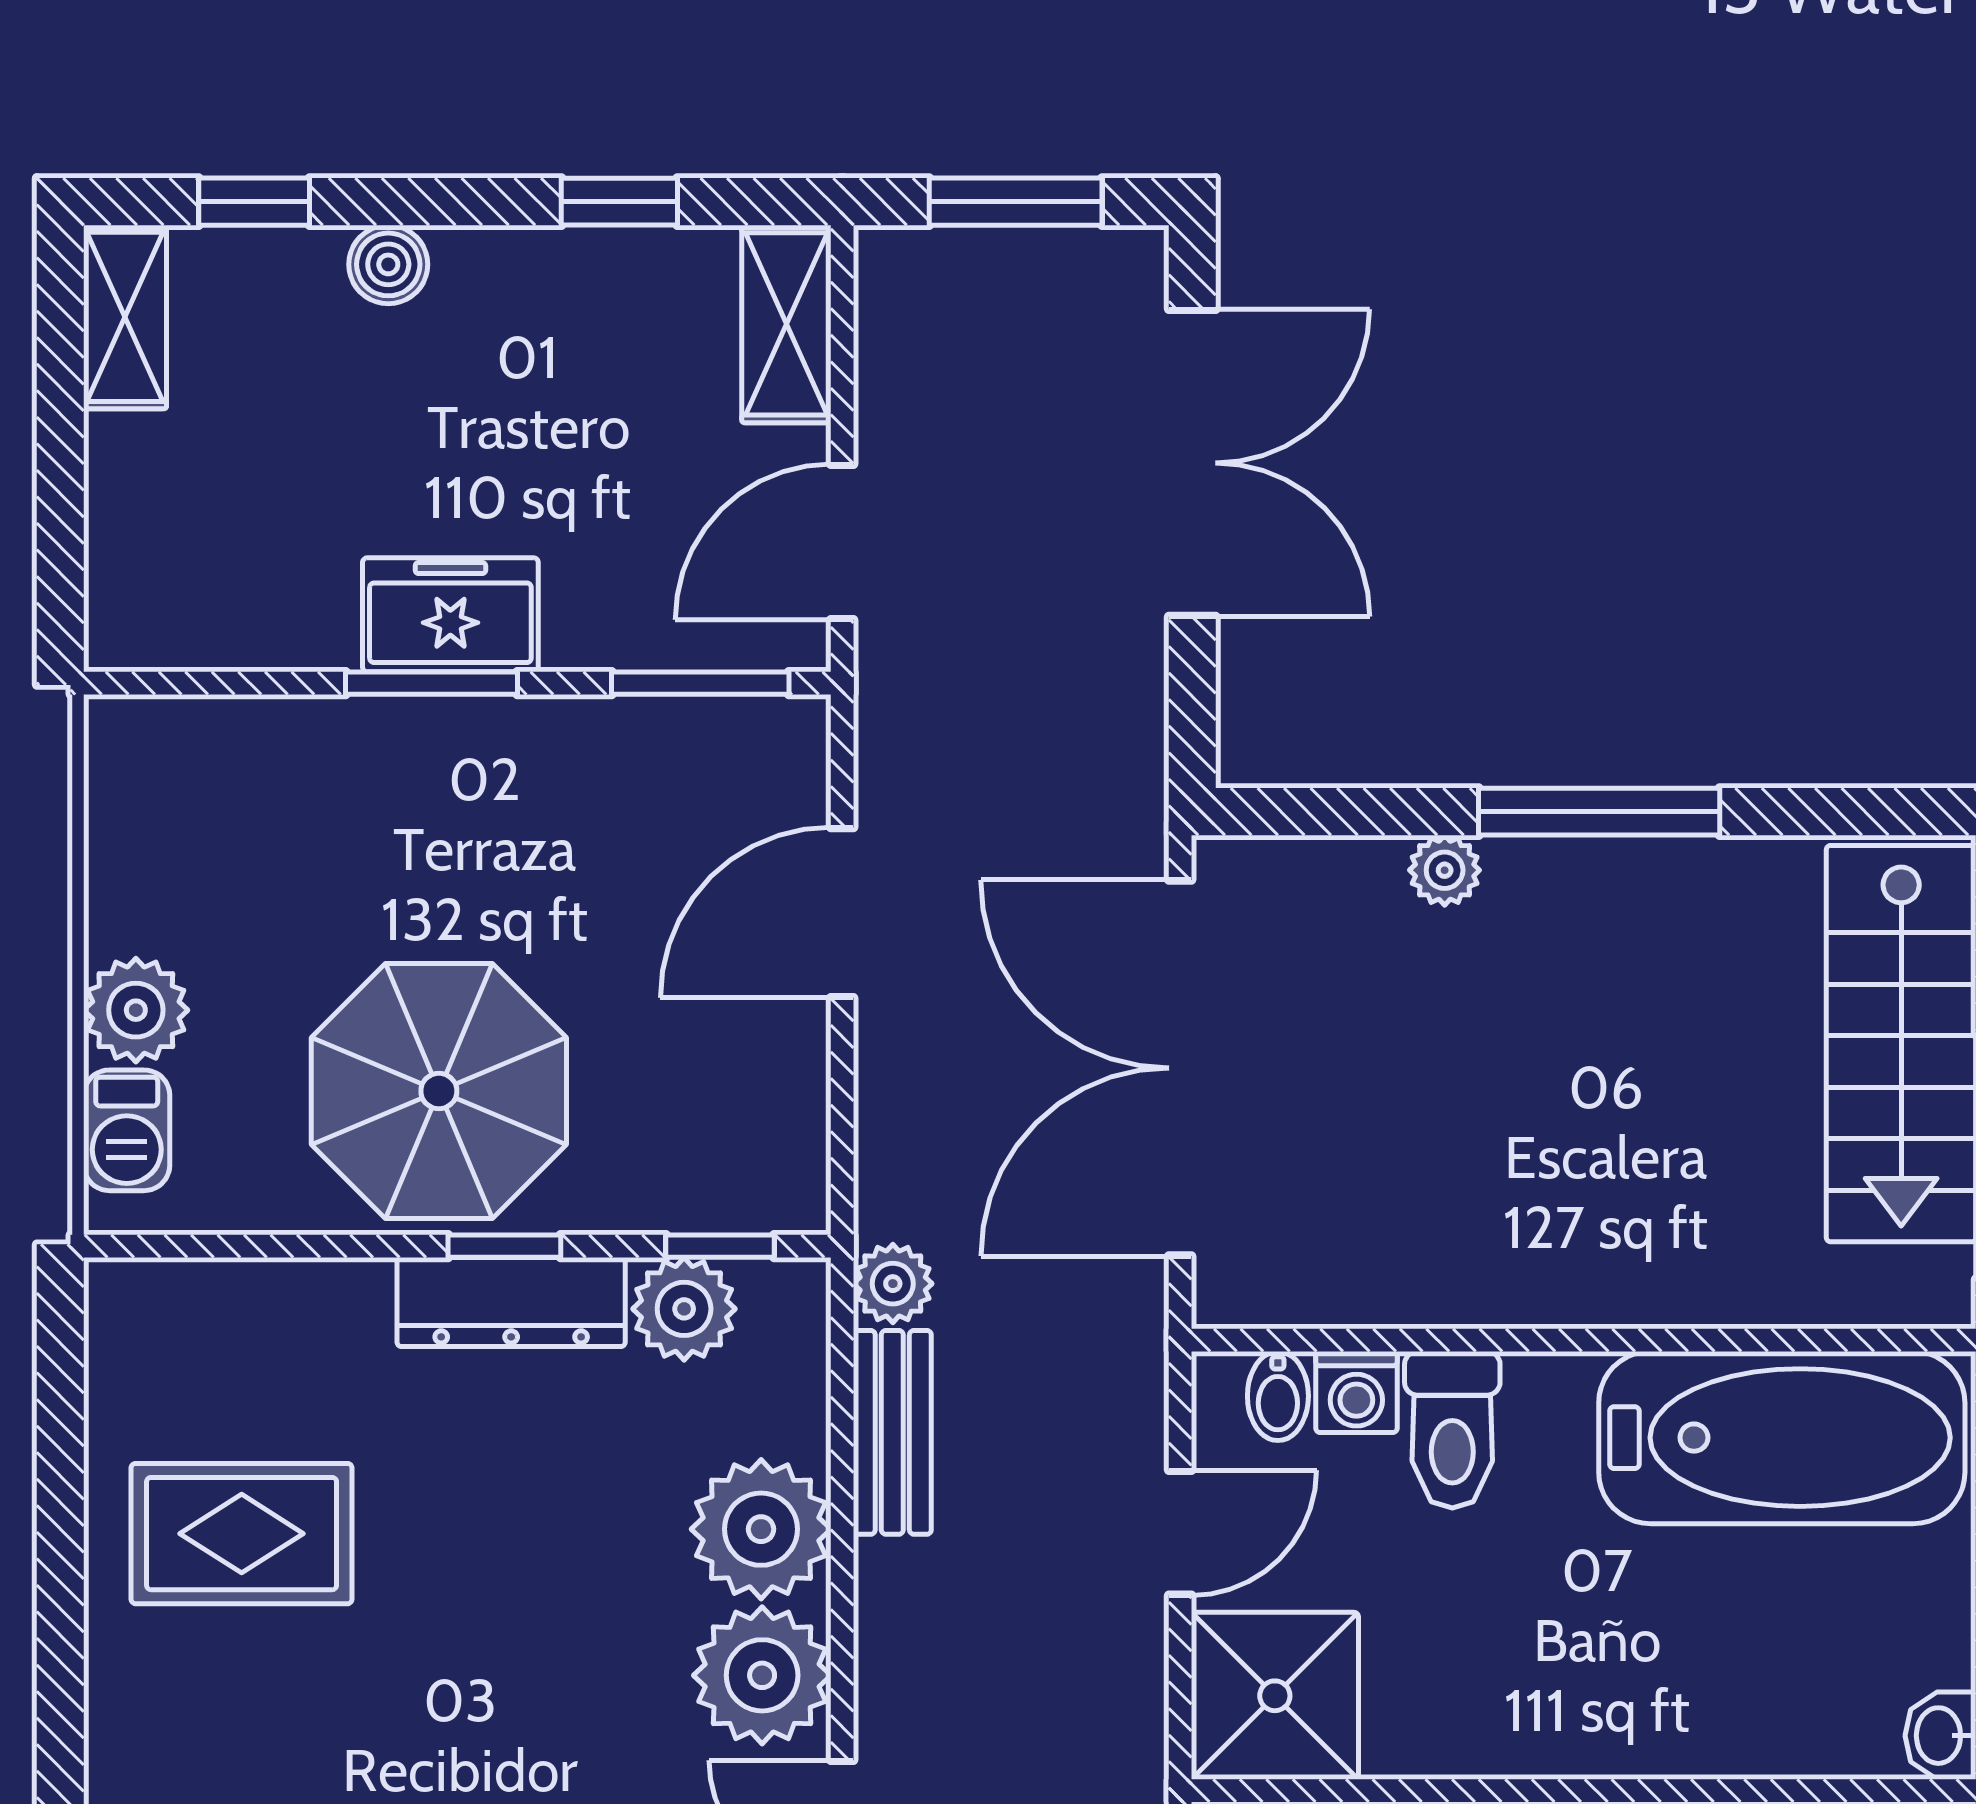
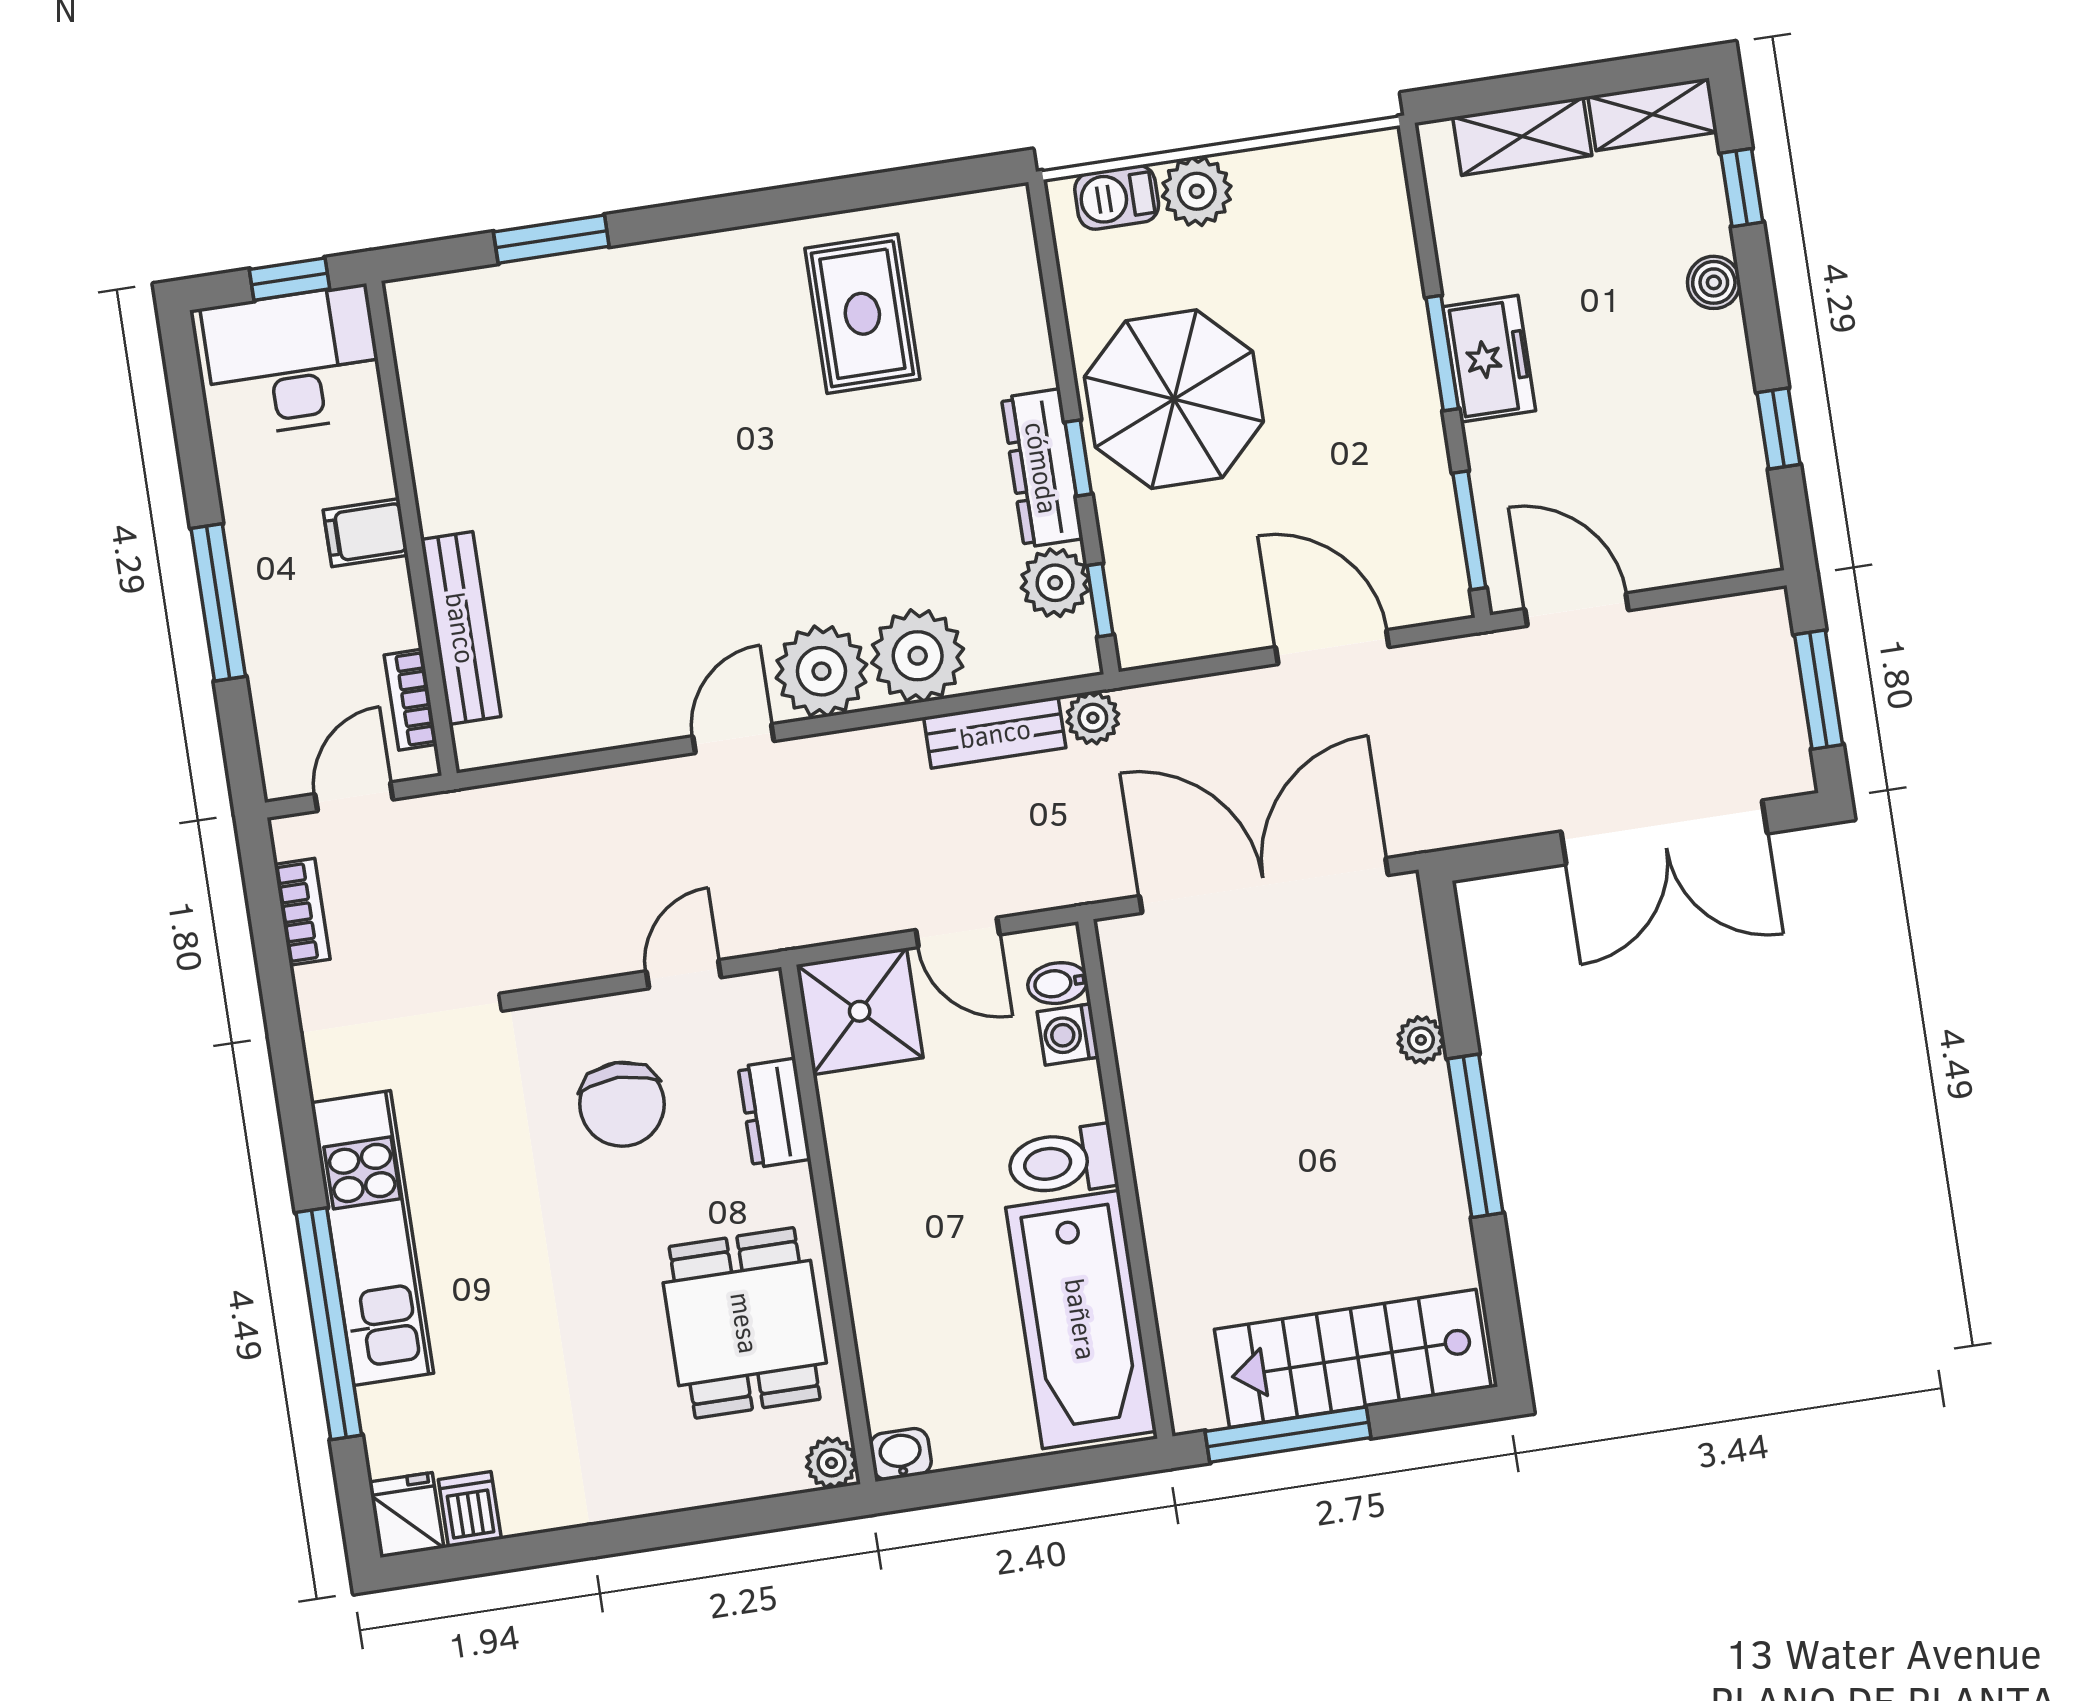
shelving: (786, 324) -> (1522, 136), moved
toilet: (1452, 1430) -> (1062, 1162), moved

